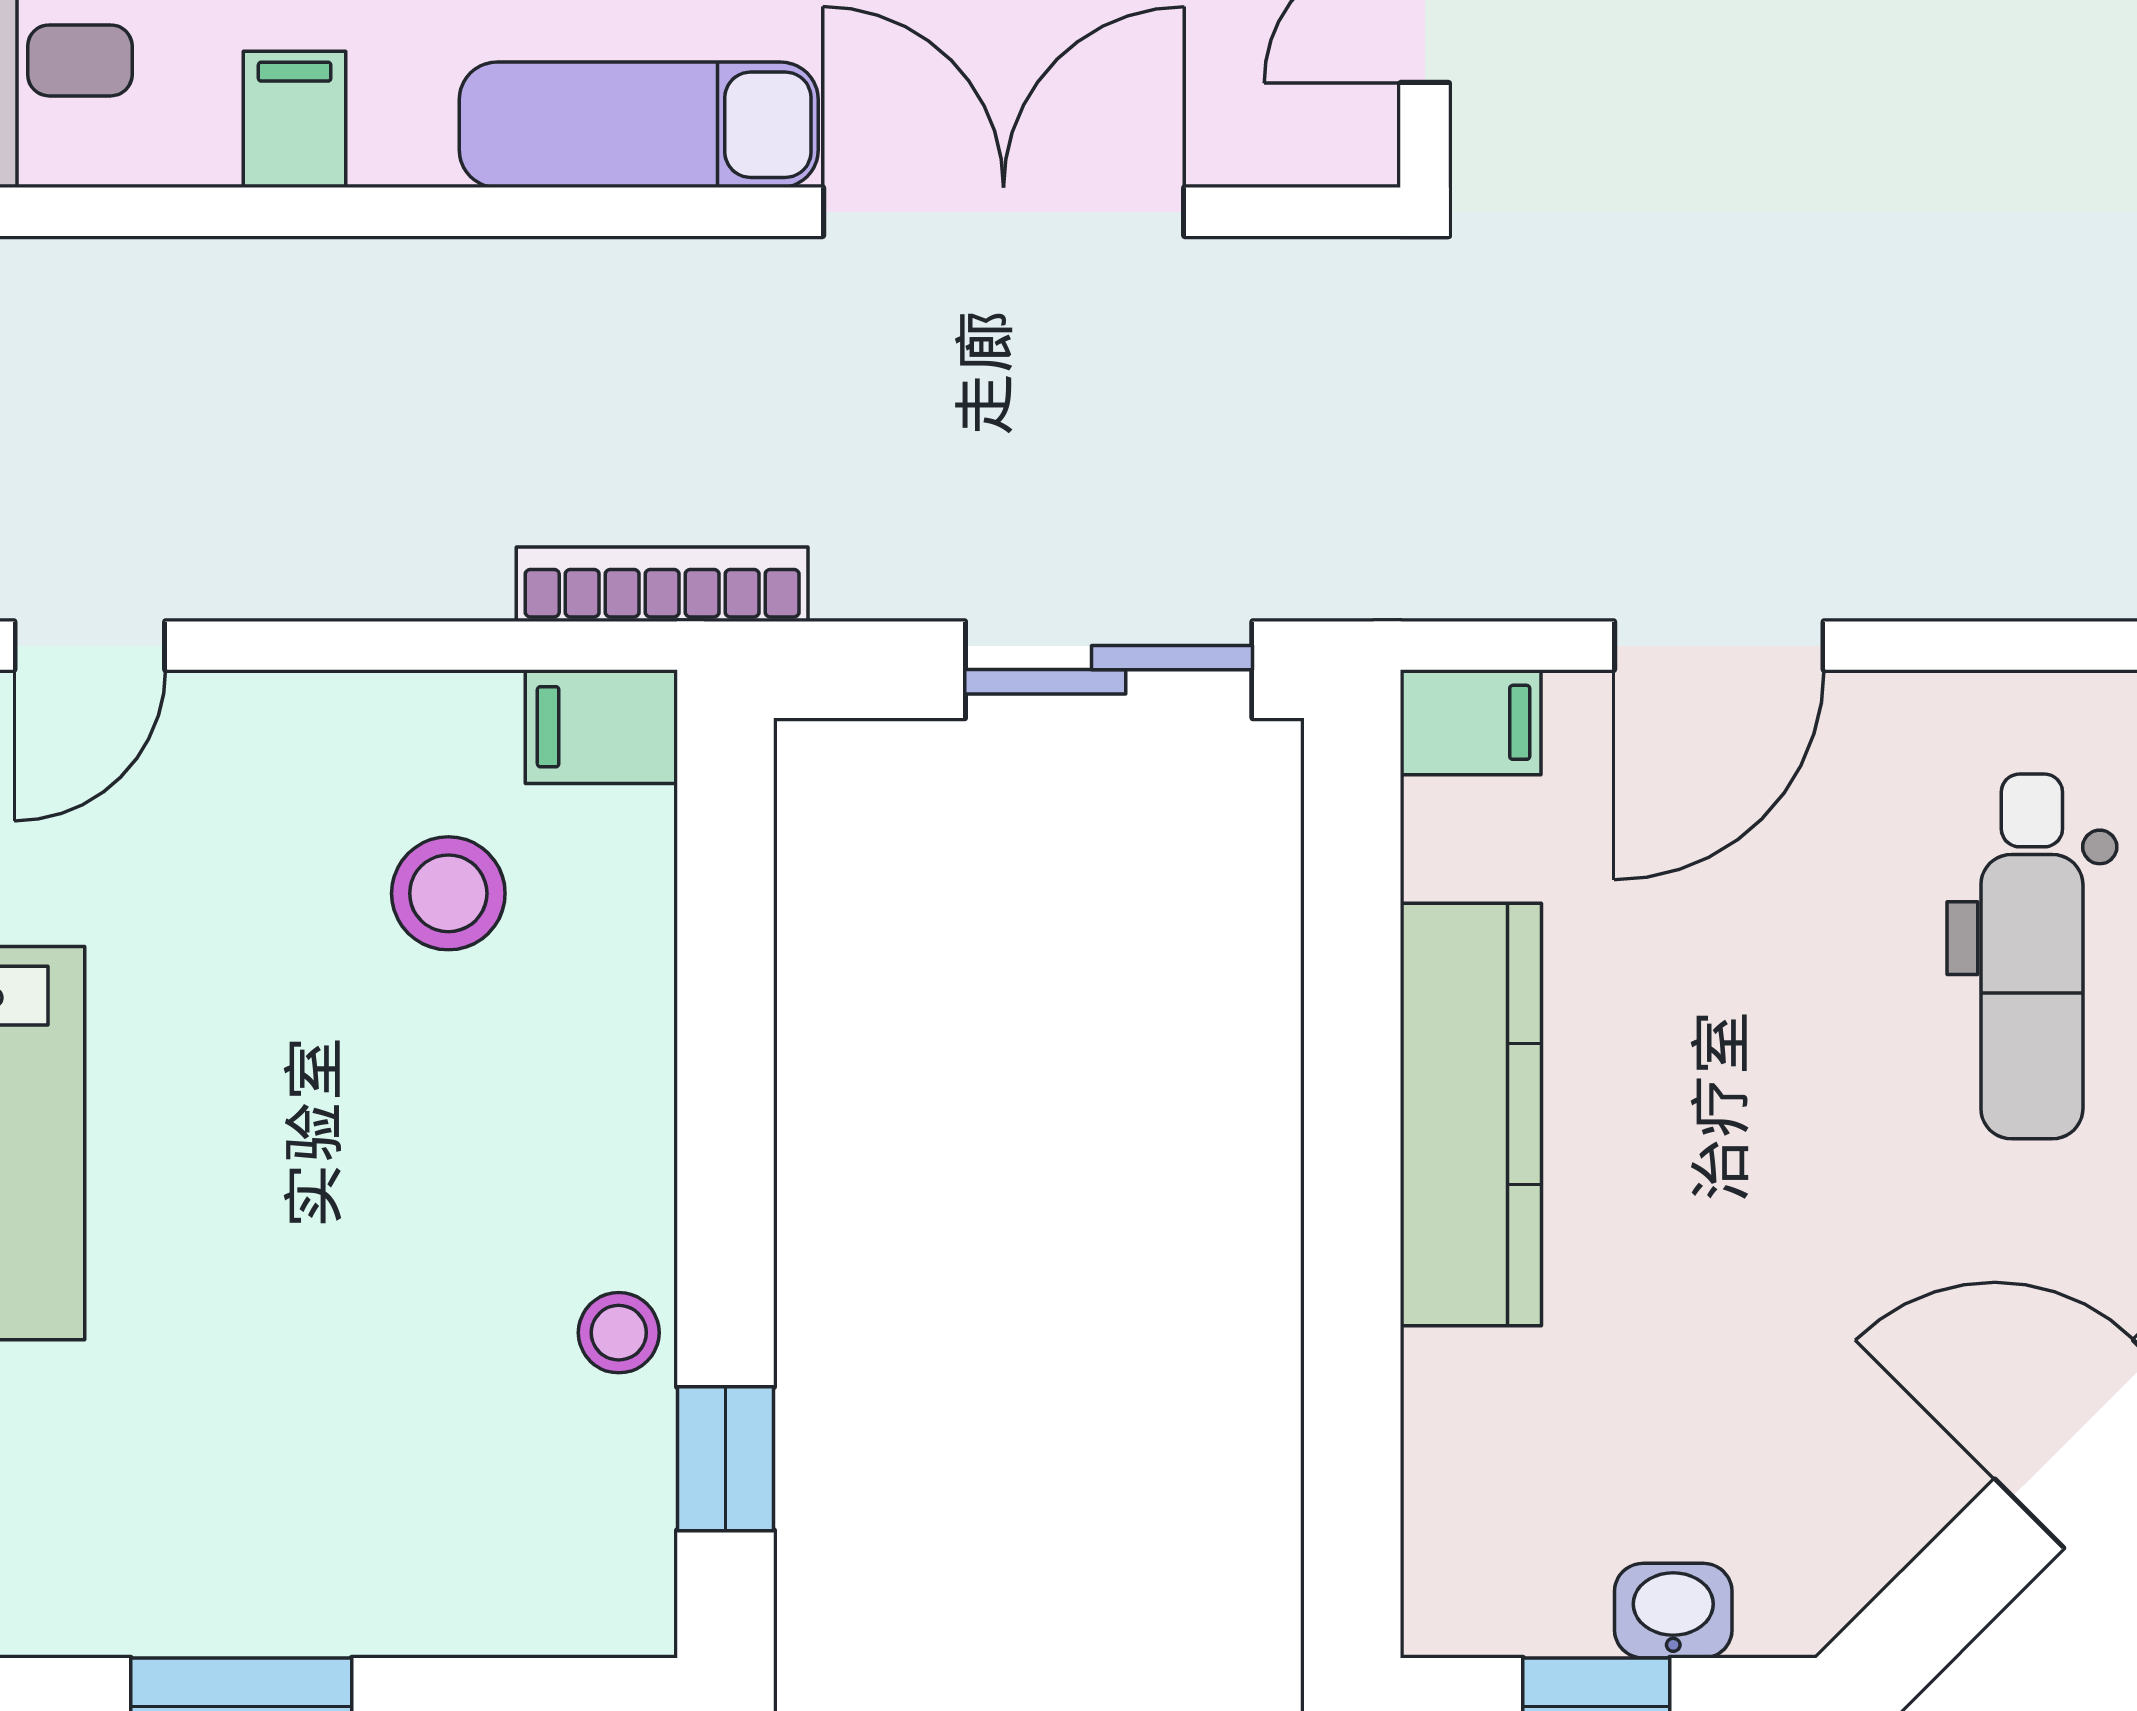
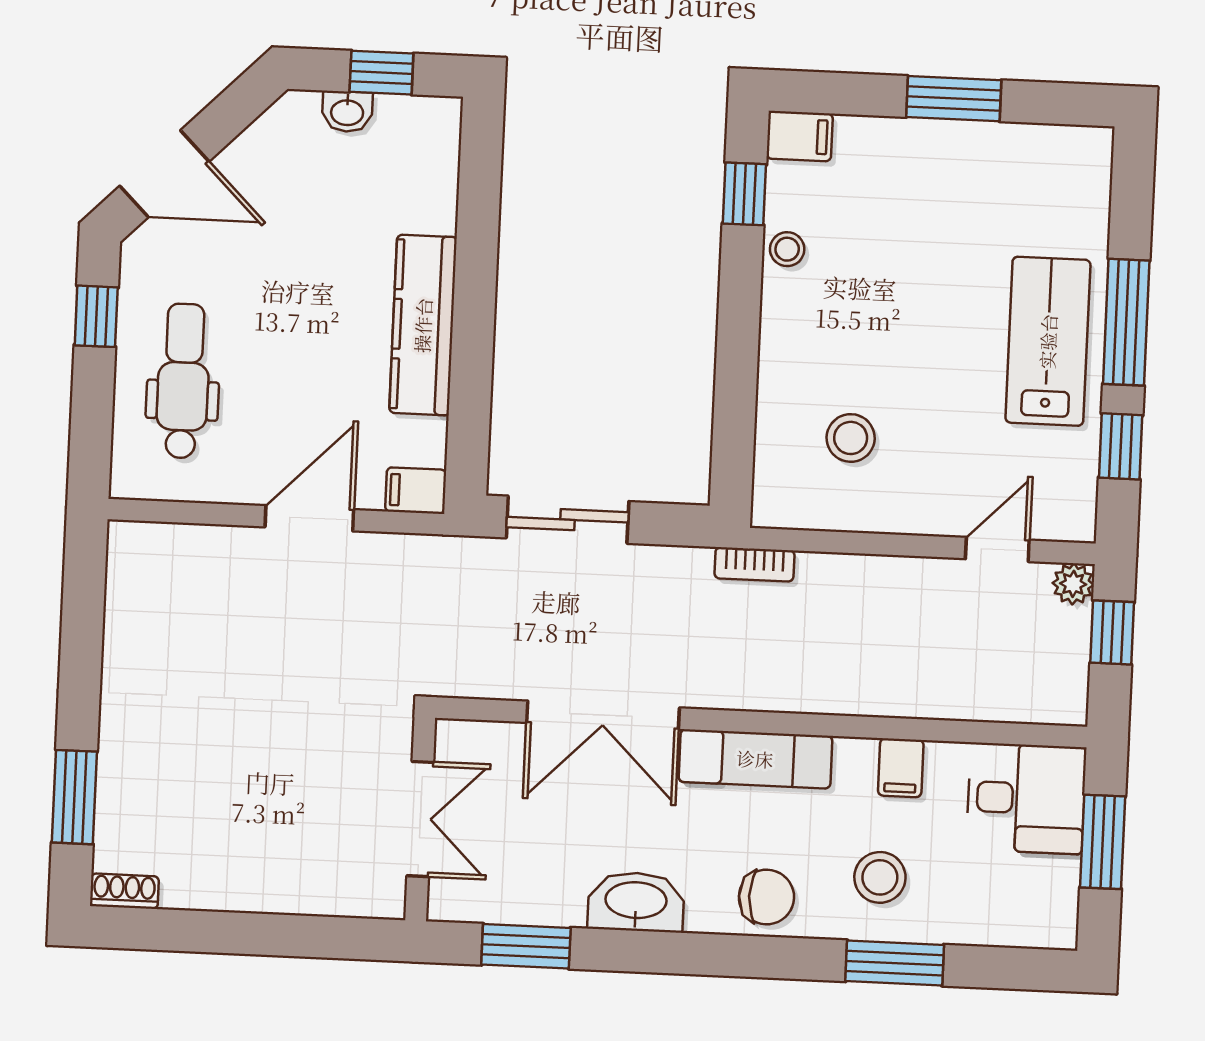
bookcase: (662, 584) -> (754, 564), width x0.64
filing cabinet: (601, 727) -> (800, 136), moved

